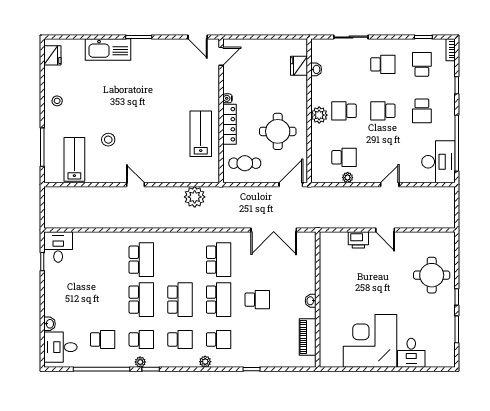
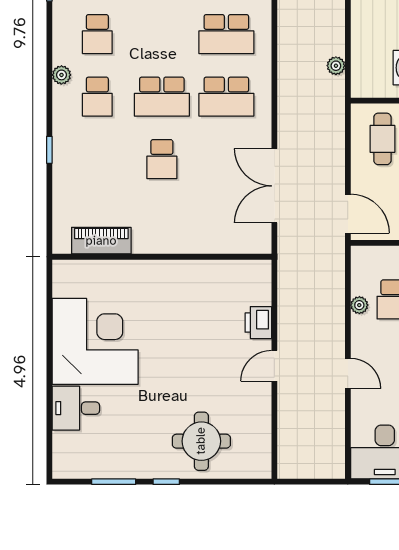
plant: (195, 197) -> (336, 66), width x0.53, depth x0.53
school desk: (180, 300) -> (226, 34), moved
washbasin: (311, 301) -> (160, 245), removed

